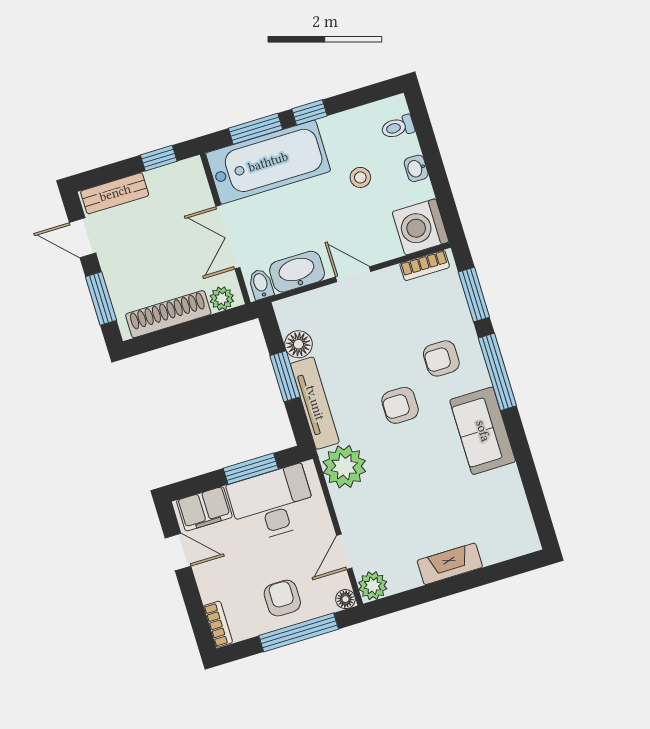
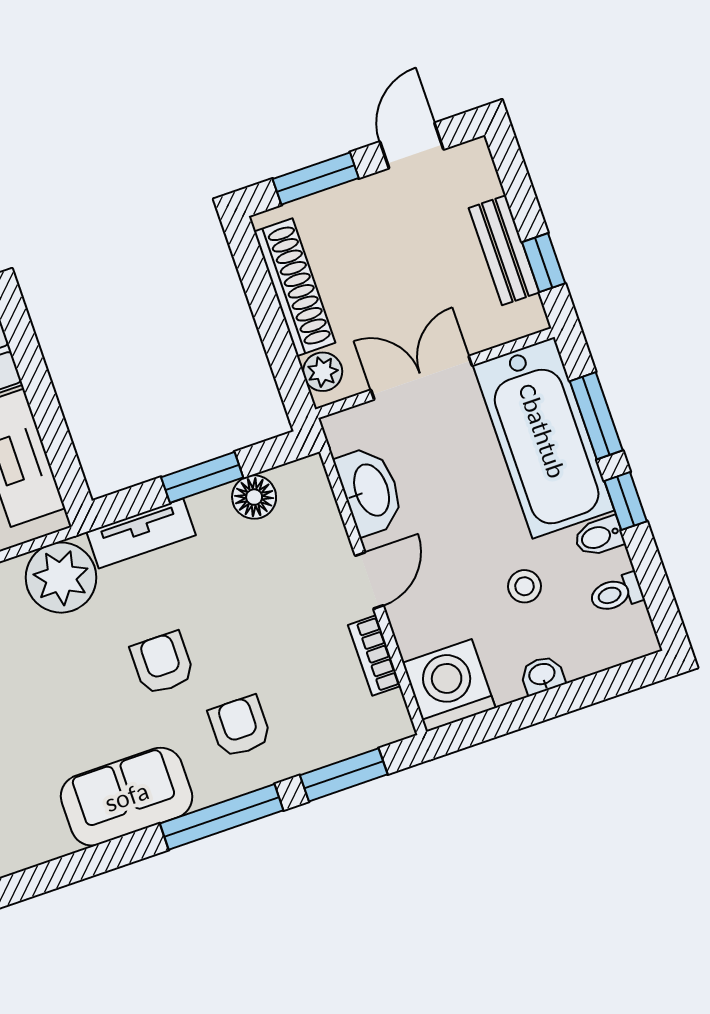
toilet: (398, 127) -> (616, 593), moved, turned -90
bench: (115, 193) -> (504, 250), moved
bookcase: (425, 265) -> (374, 655), moved
bidet: (261, 284) -> (599, 537), moved, turned 180
tv unit: (315, 403) -> (141, 533), width x0.71
window: (251, 469) -> (52, 428), removed

